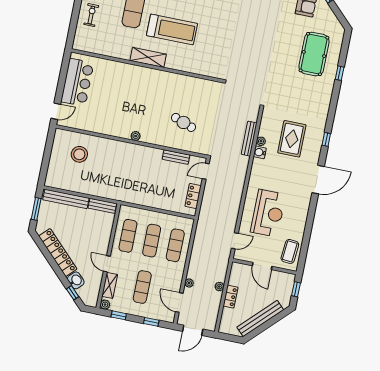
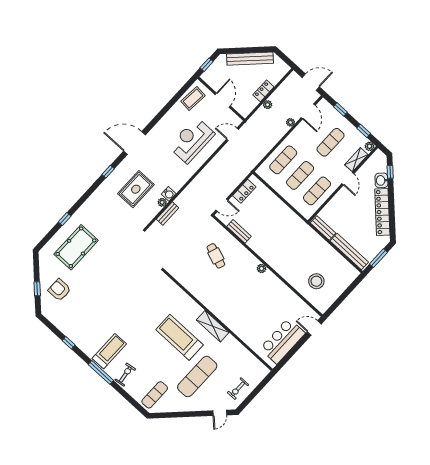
bench: (249, 139) -> (168, 214), width x0.73

